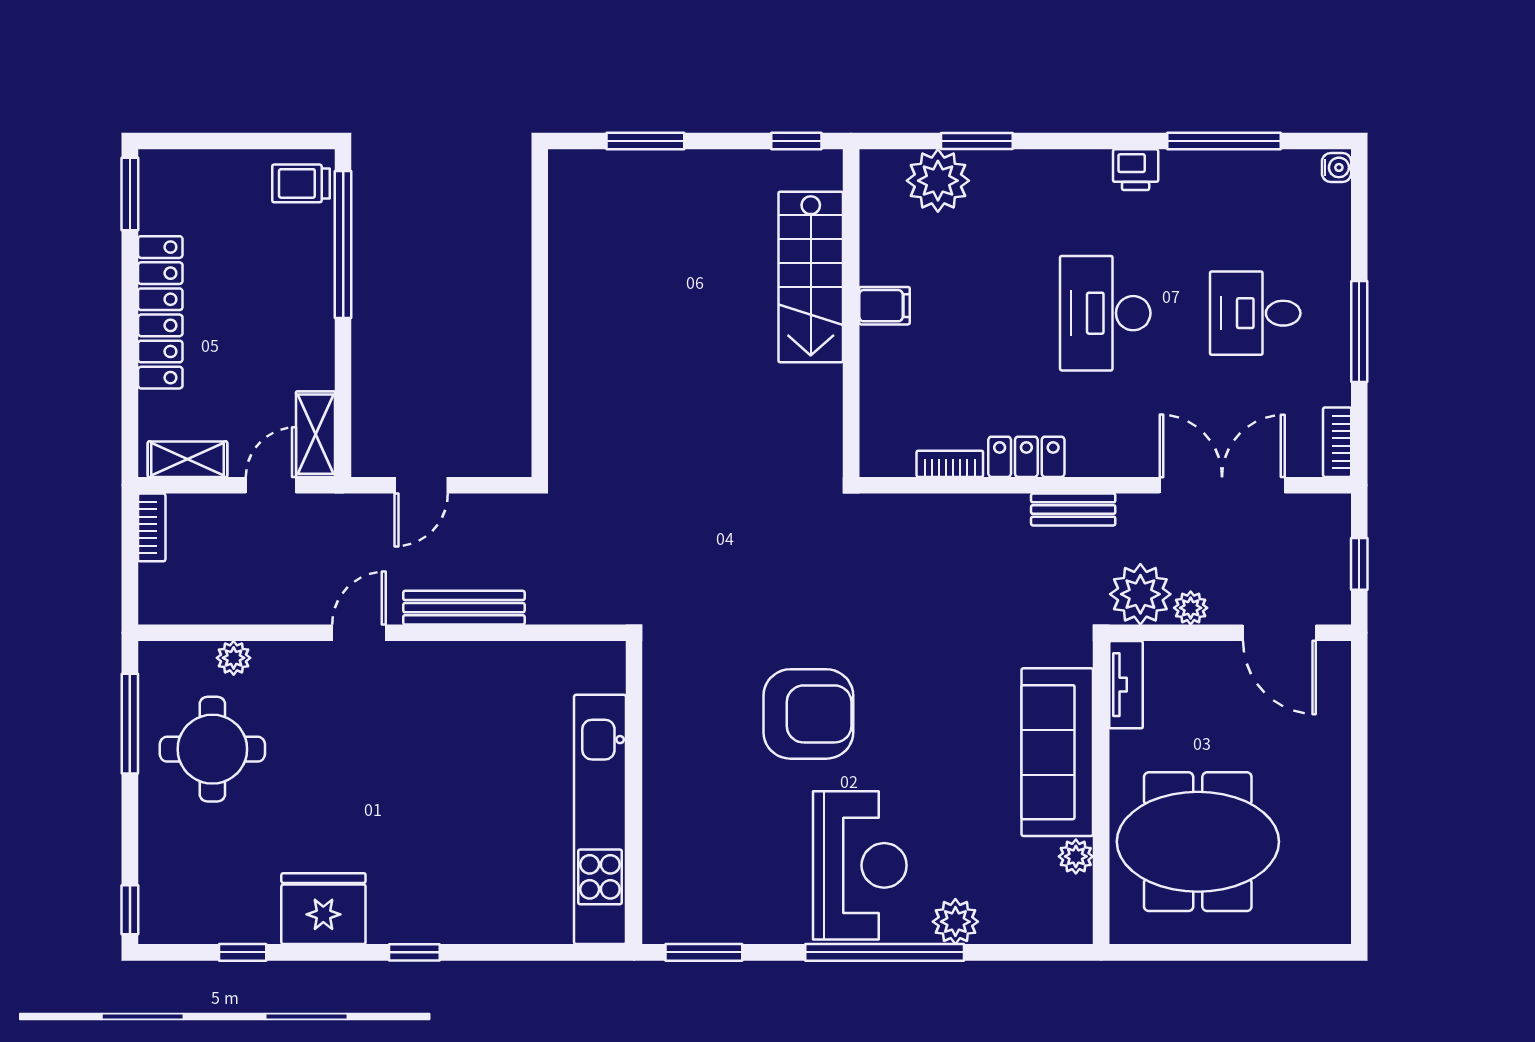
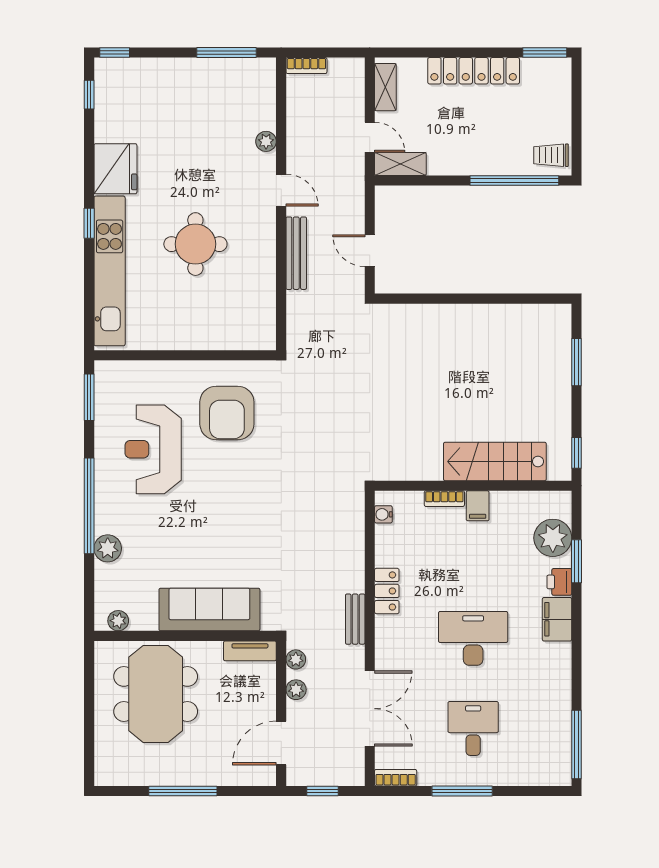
window: (1224, 141) -> (576, 744), moved
water cooler: (1337, 167) -> (383, 514), moved, turned 90
printer: (1136, 170) -> (559, 582), moved
filing cabinet: (1073, 173) -> (557, 619), added
trolley: (301, 183) -> (551, 155), turned -90
bookcase: (950, 464) -> (444, 499), moved, turned 90
door: (421, 485) -> (370, 251), moved
bookcase: (152, 527) -> (306, 66), moved
plant: (1140, 594) -> (296, 659), width x0.53, depth x0.53
plant: (234, 658) -> (266, 141), moved
armchair: (808, 714) -> (227, 413), moved
round table: (212, 749) -> (195, 244), moved
window: (1359, 796) -> (183, 791), added
kitchen unit: (600, 819) -> (110, 271), moved, turned 90
plant: (1076, 856) -> (118, 621), moved
reception desk: (860, 865) -> (153, 449), moved, turned 90
window: (243, 952) -> (89, 95), moved

